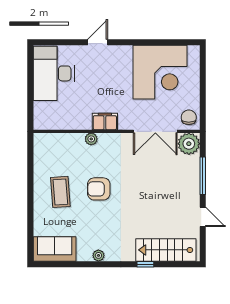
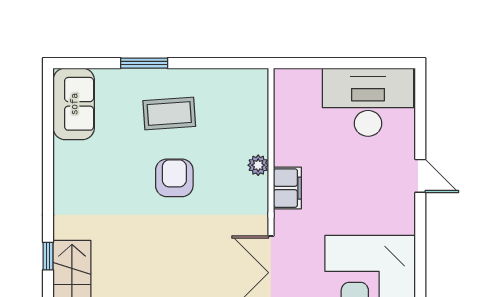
window: (30, 207) -> (144, 63), added
plant: (98, 255) -> (63, 177), removed

